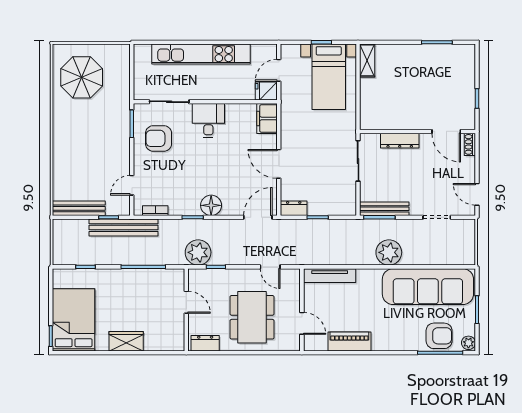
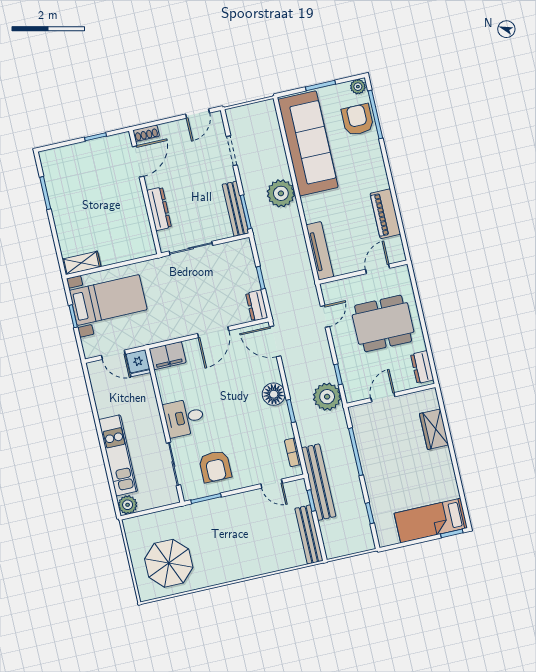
plant: (142, 53) -> (128, 505), added
kitchen unit: (201, 54) -> (118, 455), width x0.73
bed: (74, 320) -> (431, 521), width x0.67
wardrobe: (126, 341) -> (434, 429), moved

